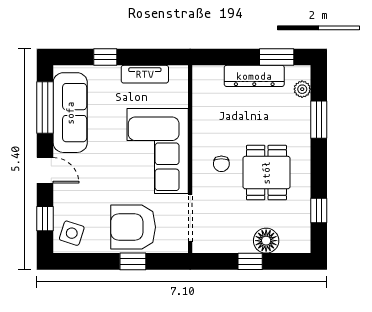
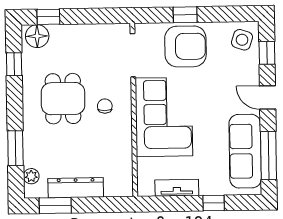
floor lamp: (266, 241) -> (37, 36), moved
window: (250, 261) -> (48, 17), moved

